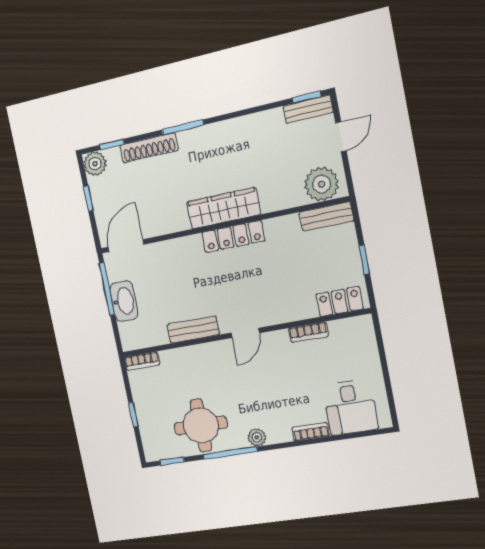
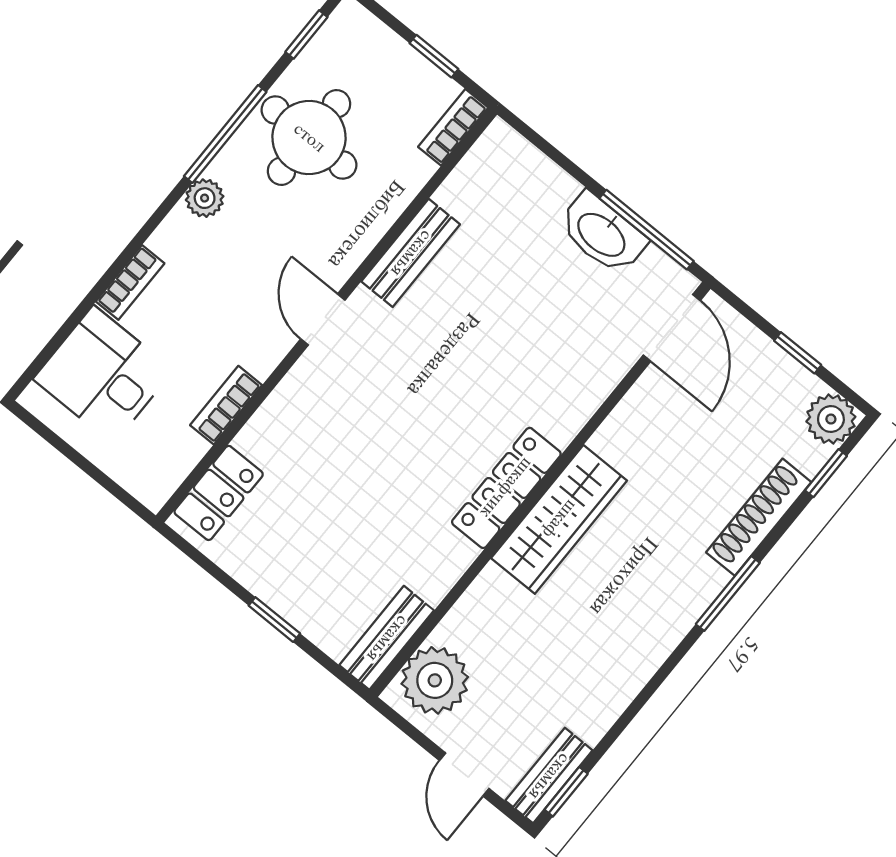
locker: (340, 302) -> (219, 493), moved
bench: (193, 330) -> (411, 253), moved
bookcase: (308, 332) -> (226, 405), moved
wall: (243, 333) -> (326, 315), moved
door: (245, 333) -> (323, 320), moved
bookcase: (142, 361) -> (453, 127), moved

